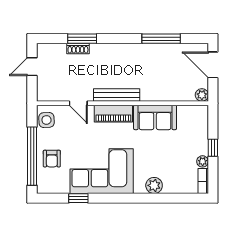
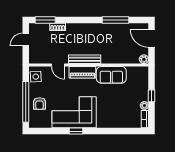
window: (82, 39) -> (45, 20), moved
plant: (154, 185) -> (111, 122), removed
window: (78, 198) -> (76, 131), moved

